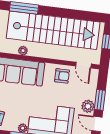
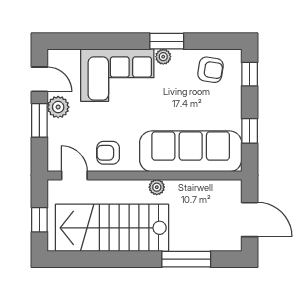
stairs: (53, 30) -> (112, 228), width x0.73
plant: (23, 51) -> (157, 187), moved

